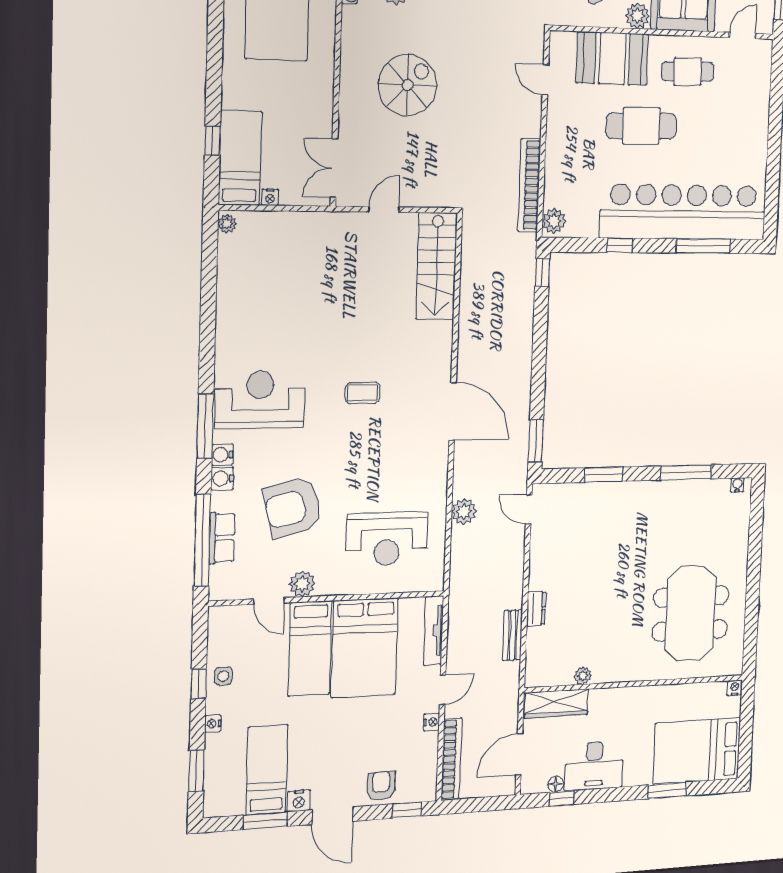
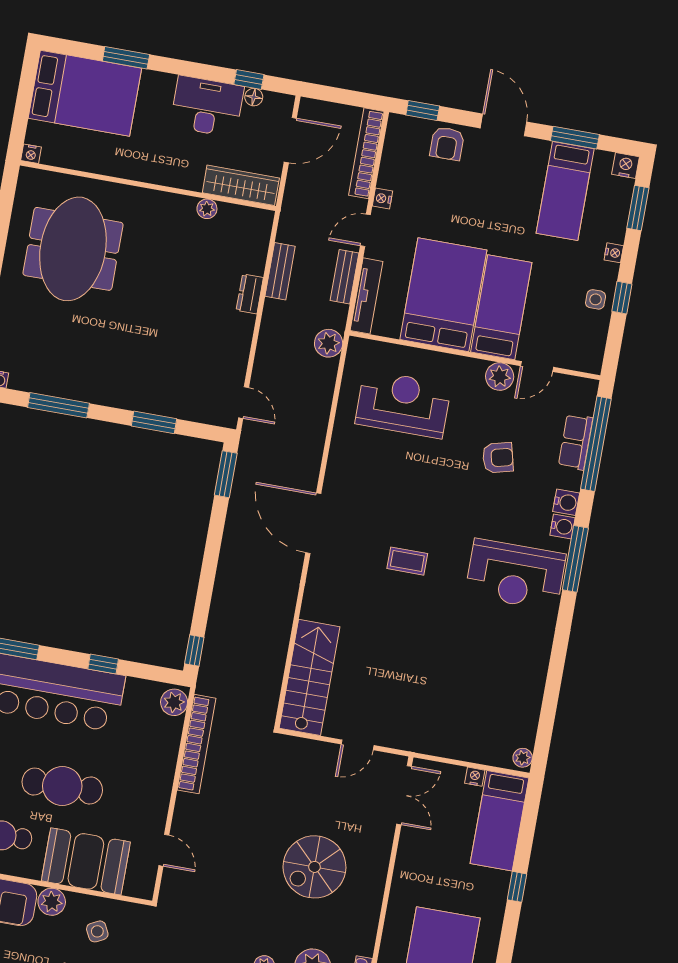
window: (212, 141) -> (517, 887), moved
armchair: (293, 507) -> (498, 458), width x0.53, depth x0.53
plant: (464, 511) -> (329, 343), moved
door: (269, 601) -> (537, 366), swing flipped
bench: (455, 643) -> (345, 277), added
nightstand: (299, 801) -> (626, 166), moved

